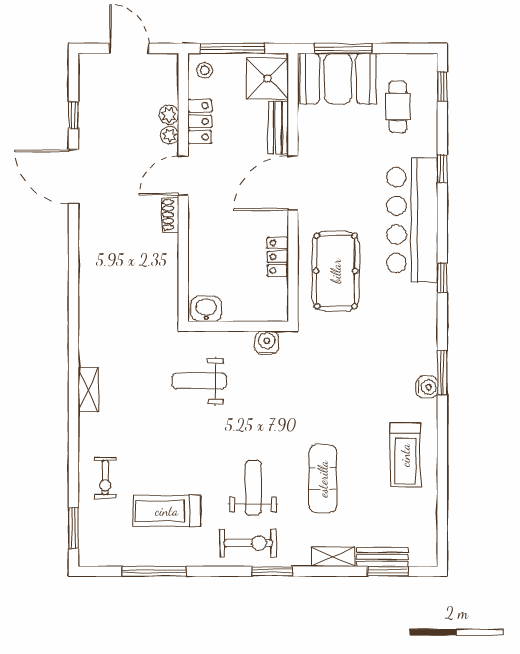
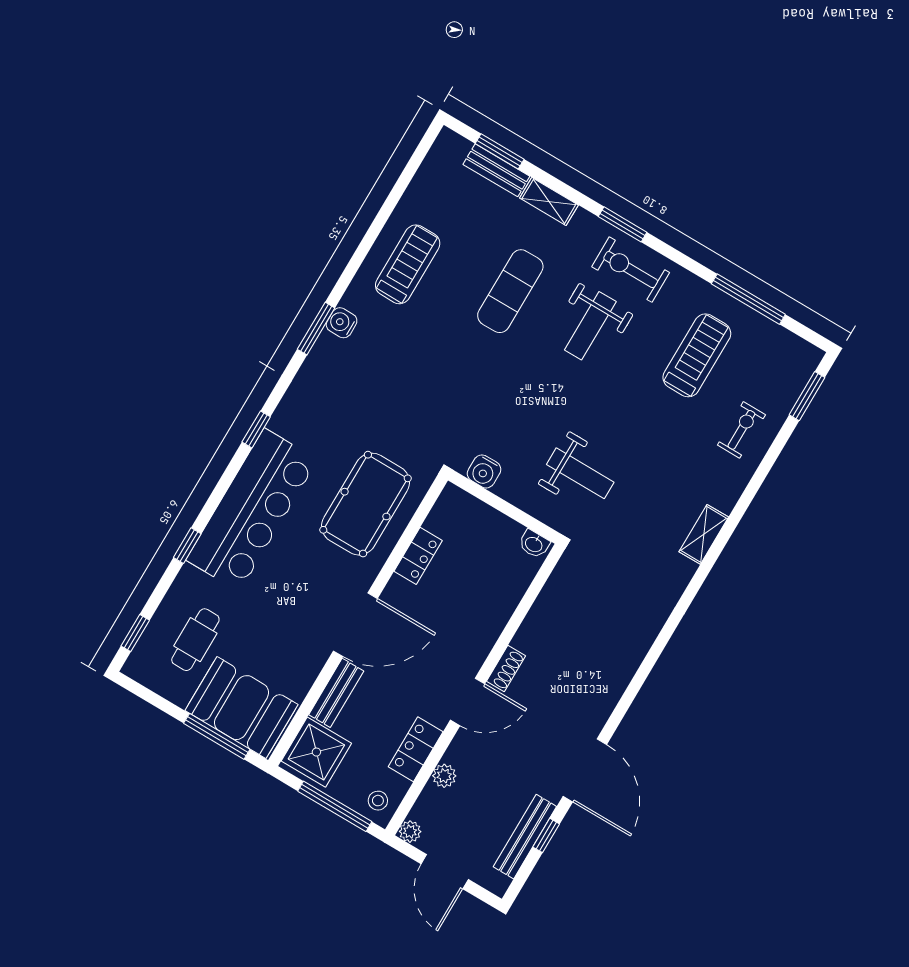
bench: (88, 106) -> (525, 837), added
plant: (170, 135) -> (410, 832), moved
washbasin: (206, 309) -> (534, 544), width x0.72, depth x0.69
treadmill: (167, 511) -> (697, 355), turned -90

